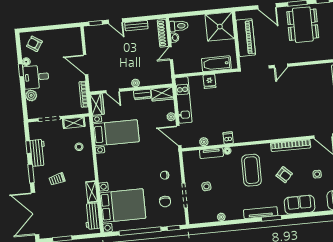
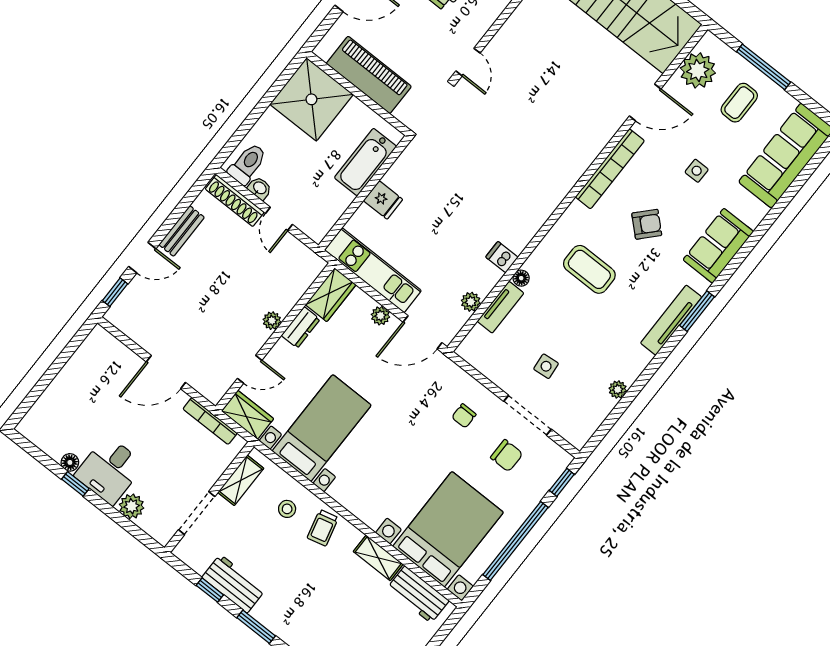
armchair: (34, 44) -> (54, 422), removed
coffee table: (251, 170) -> (589, 269), width x0.73, depth x0.76
trolley: (57, 179) -> (323, 528), moved

